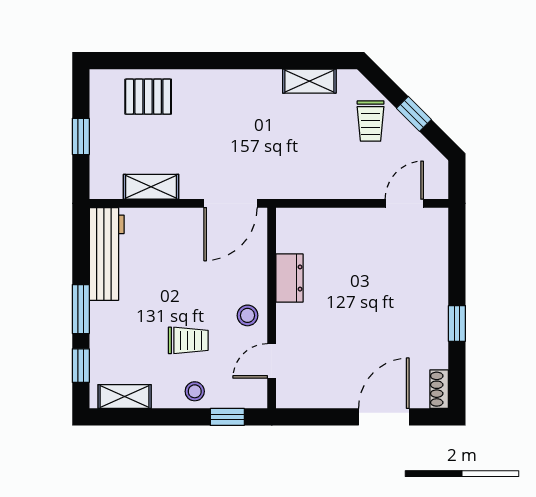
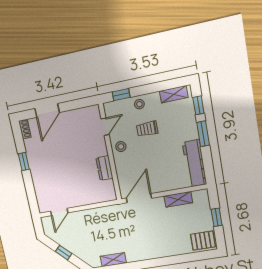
pallet: (148, 97) -> (203, 241), moved
trolley: (371, 121) -> (82, 246), removed

